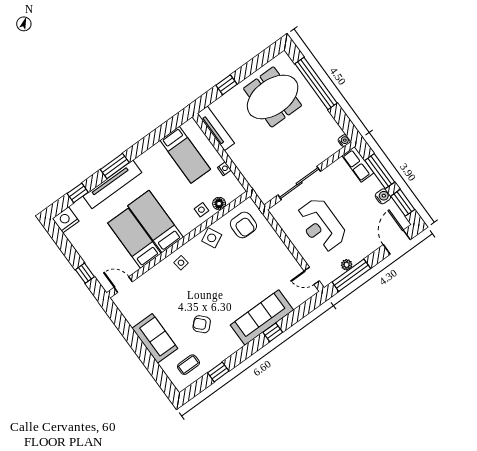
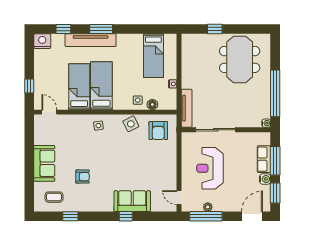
window: (316, 83) -> (275, 93), moved
meeting table: (273, 97) -> (240, 59), turned 90
tv unit: (216, 128) -> (187, 108), moved
row of seats: (358, 164) -> (264, 159), moved
sofa: (262, 318) -> (132, 201), width x0.73
armchair: (202, 324) -> (82, 177), turned 134

